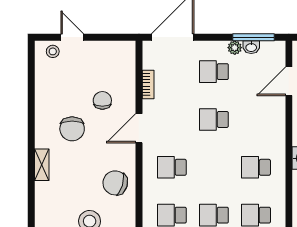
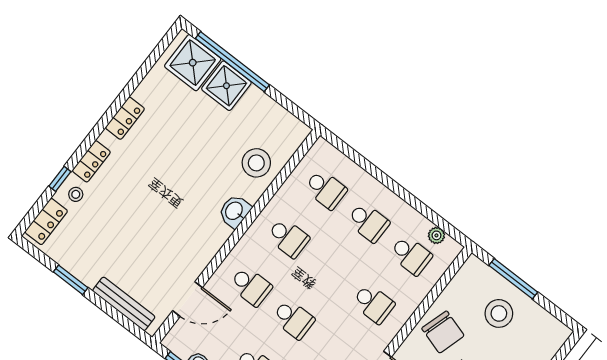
school desk: (256, 119) -> (251, 286), added

